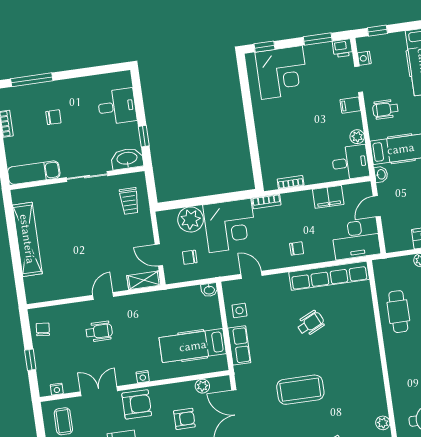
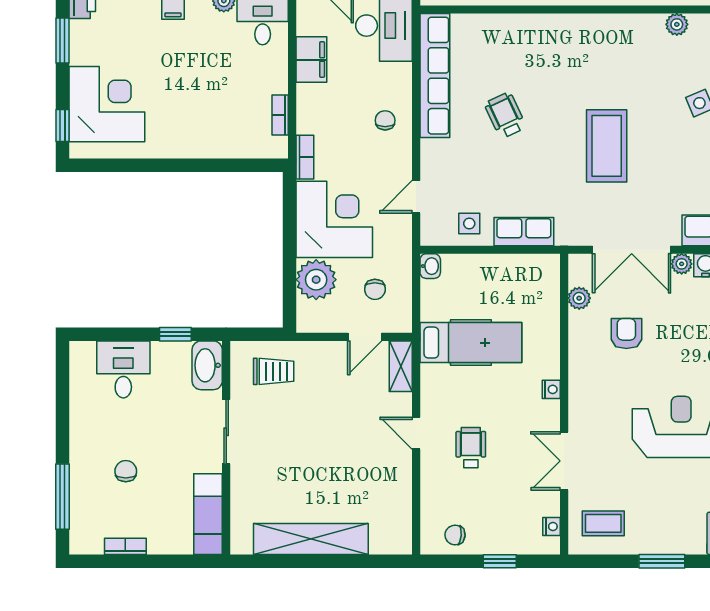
hospital bed: (193, 346) -> (471, 343), moved, turned -90
armchair: (137, 404) -> (593, 405), removed

